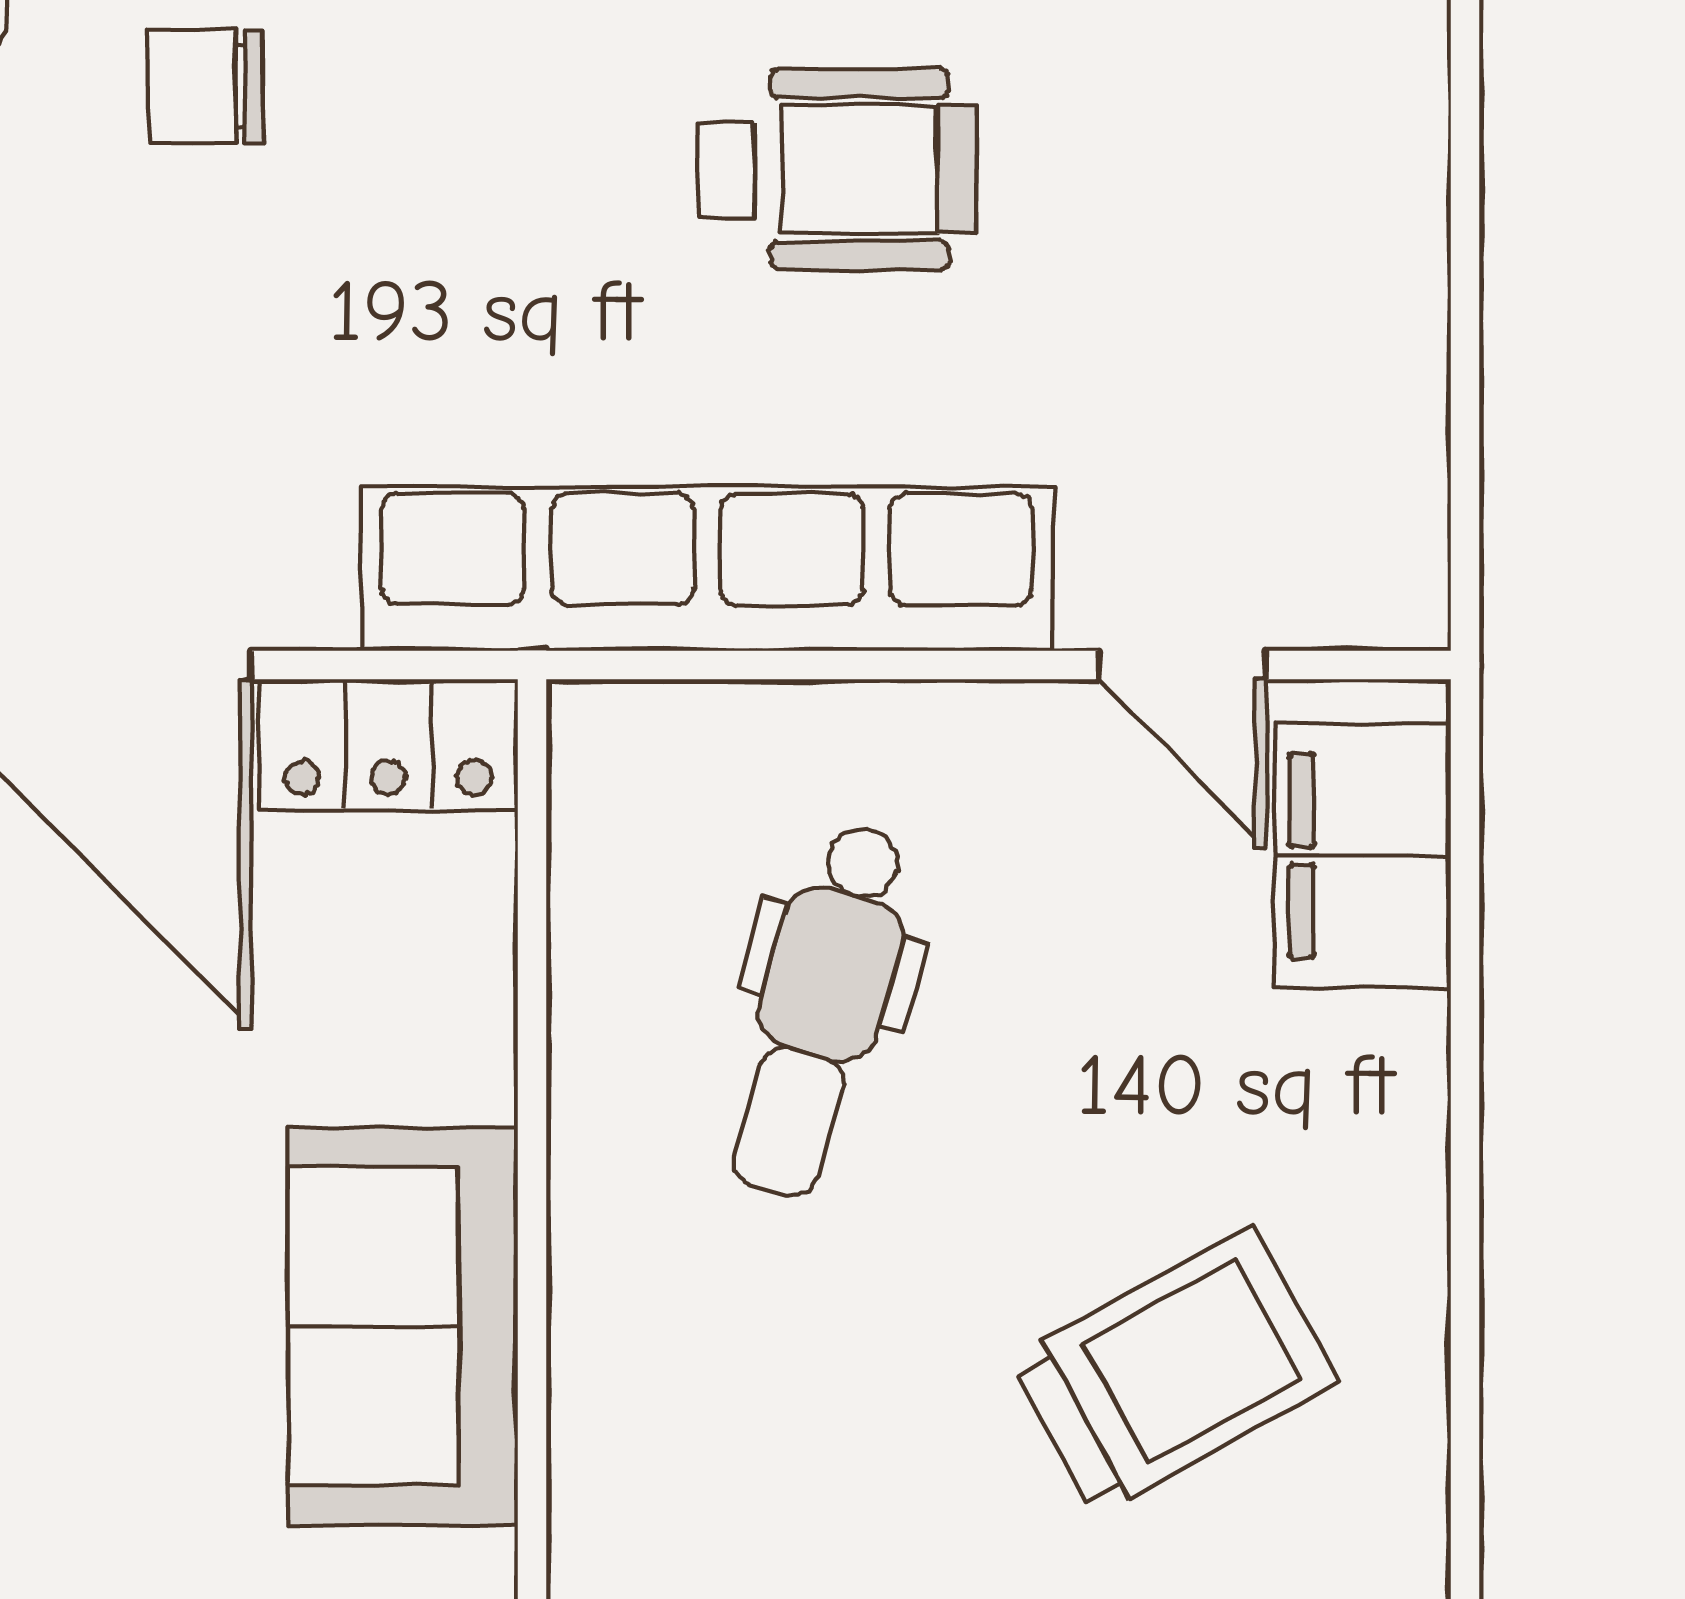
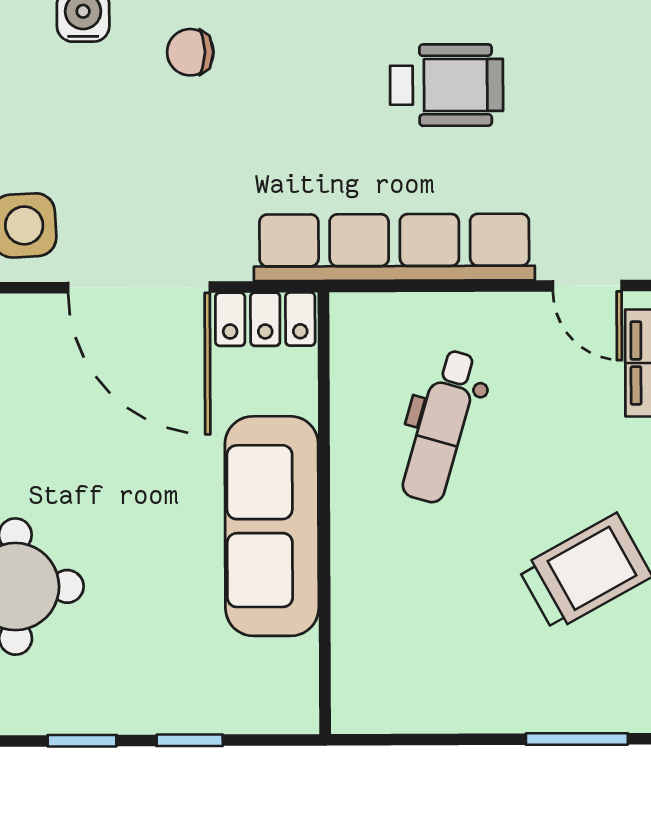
sofa: (403, 1326) -> (272, 526), width x1.36

